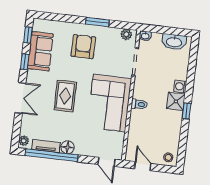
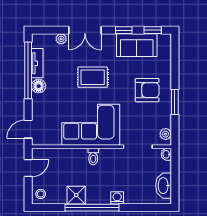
shower: (176, 101) -> (76, 195), moved
window: (187, 111) -> (92, 208), width x3.17
plant: (24, 141) -> (61, 39), moved

